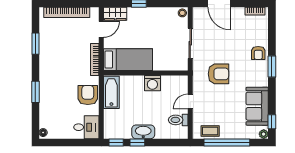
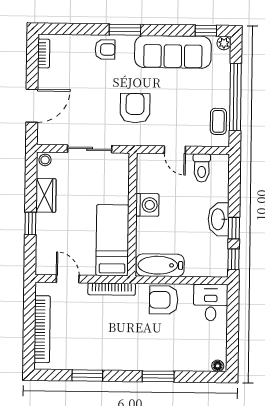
wardrobe: (115, 14) -> (46, 195), moved
sofa: (257, 106) -> (173, 52), width x1.36

